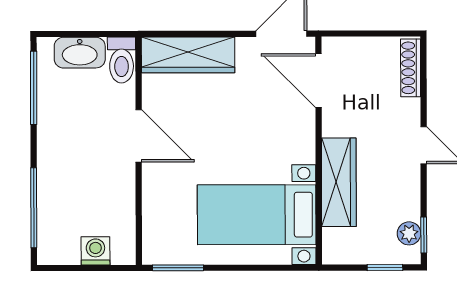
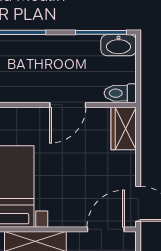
washbasin: (80, 53) -> (119, 45), moved, turned -90
wardrobe: (188, 55) -> (124, 128), width x0.67

